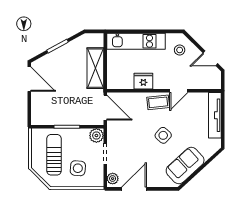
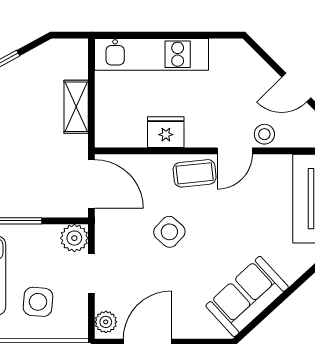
stool: (180, 50) -> (264, 134), moved
shelving: (95, 68) -> (76, 107), width x0.67, depth x0.75
side table: (163, 135) -> (169, 232), moved

